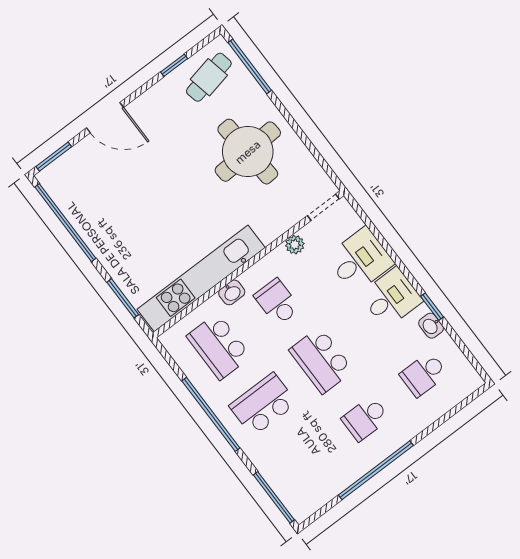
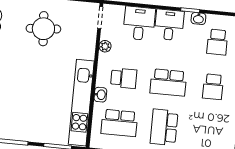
round table: (248, 152) -> (43, 29), width x0.73, depth x0.73
school desk: (277, 302) -> (124, 78), turned 180

